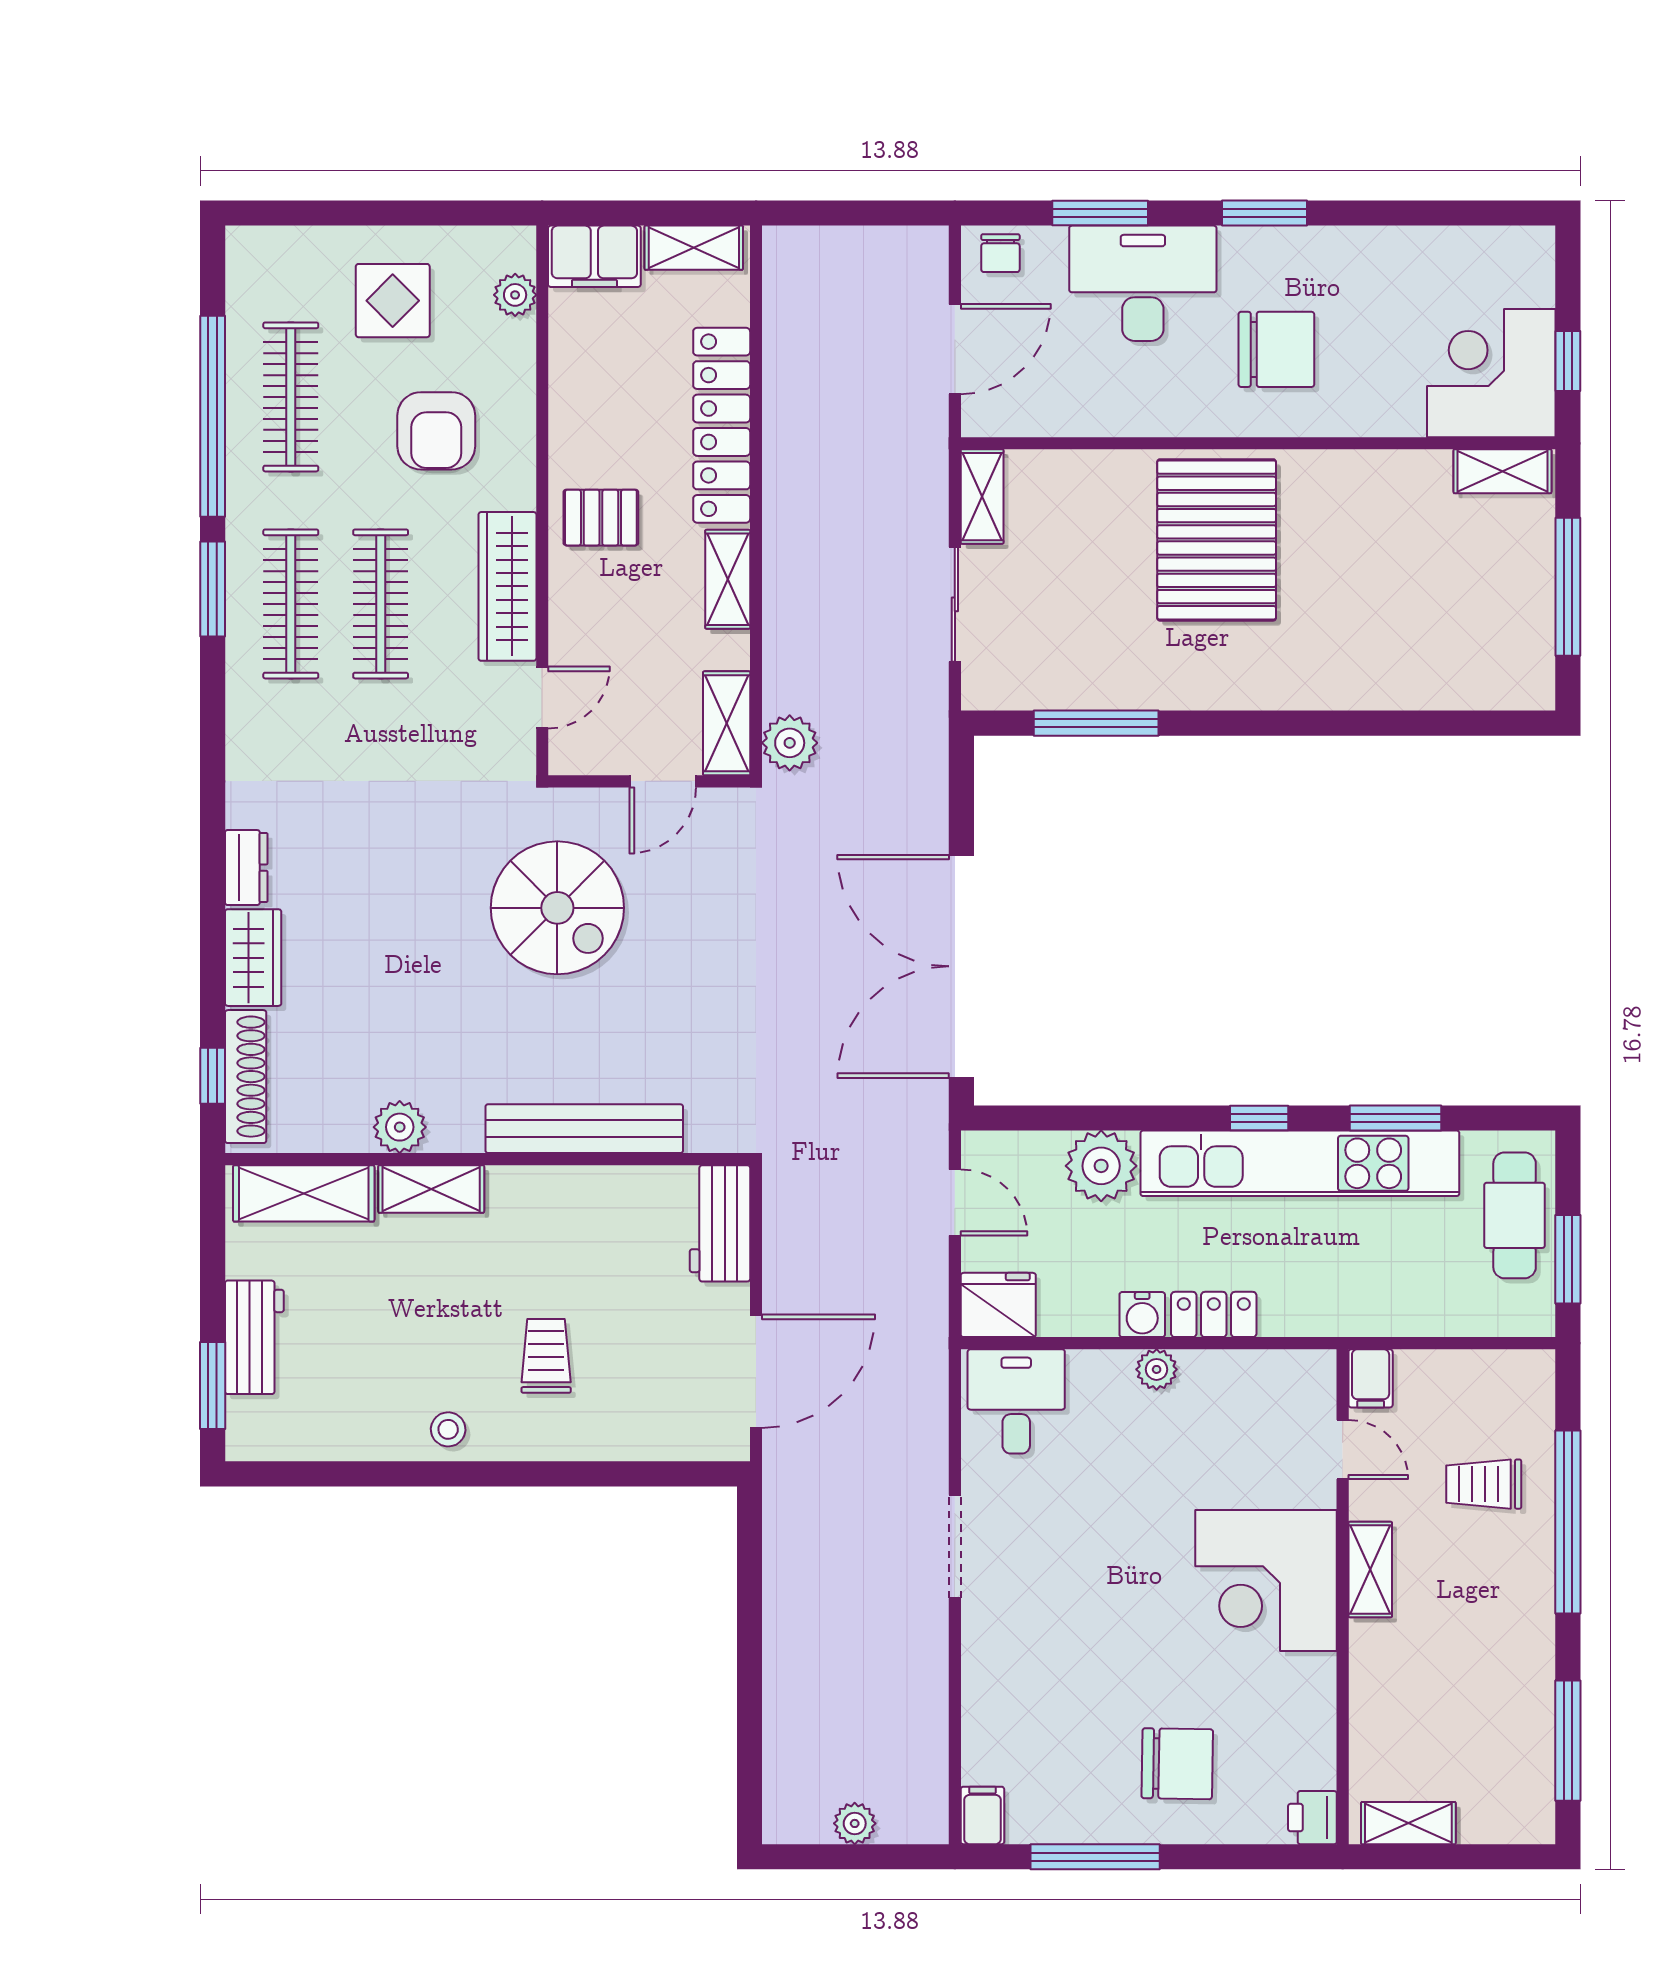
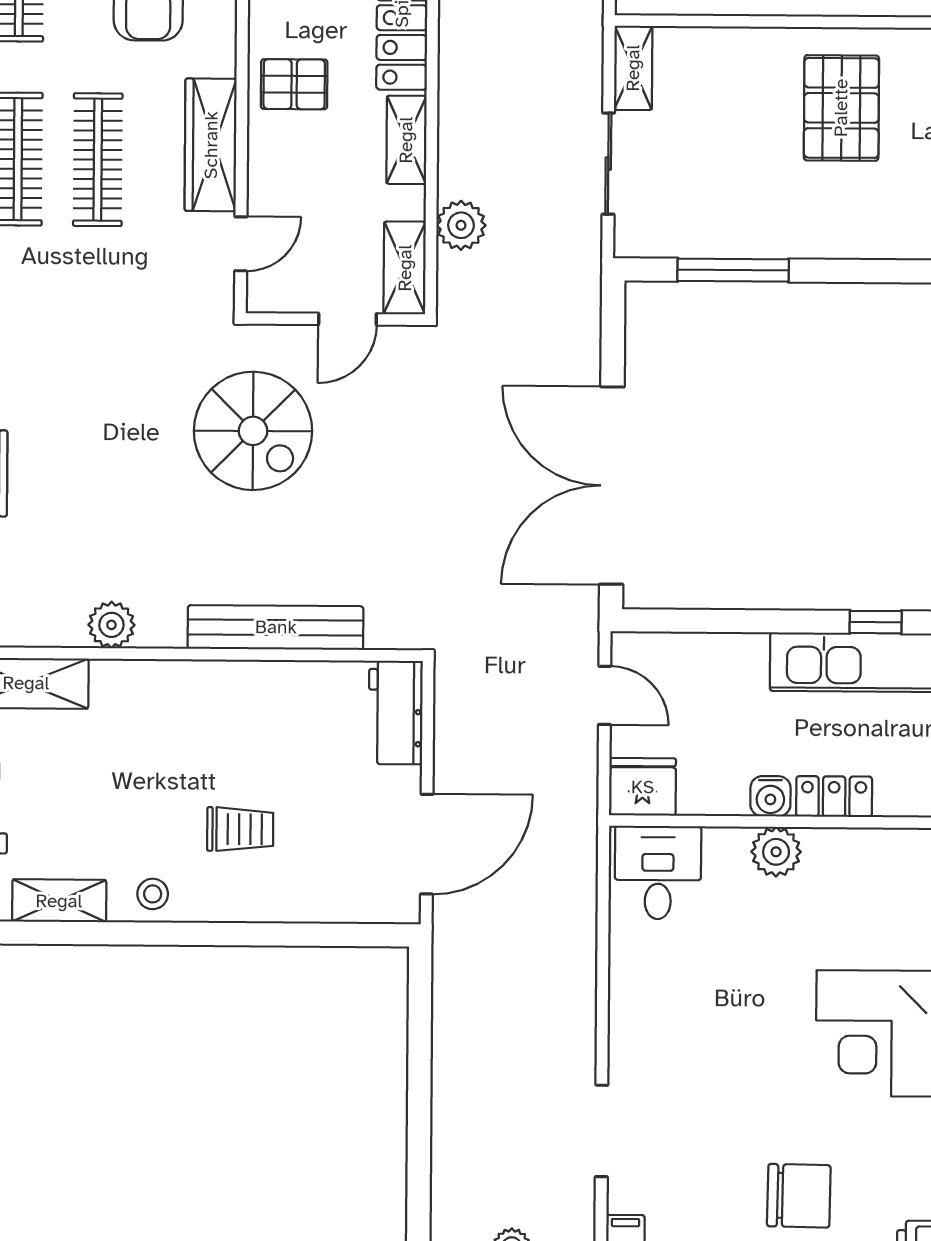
pallet: (1217, 540) -> (841, 108), width x0.73, depth x0.71
plant: (790, 743) -> (461, 225), moved
plant: (1101, 1166) -> (735, 664), removed
shelving: (431, 1189) -> (59, 901), moved
trolley: (546, 1356) -> (240, 829), turned 90
plant: (1157, 1369) -> (776, 852), width x1.38, depth x1.38
doorway: (955, 1547) -> (602, 1131), moved

